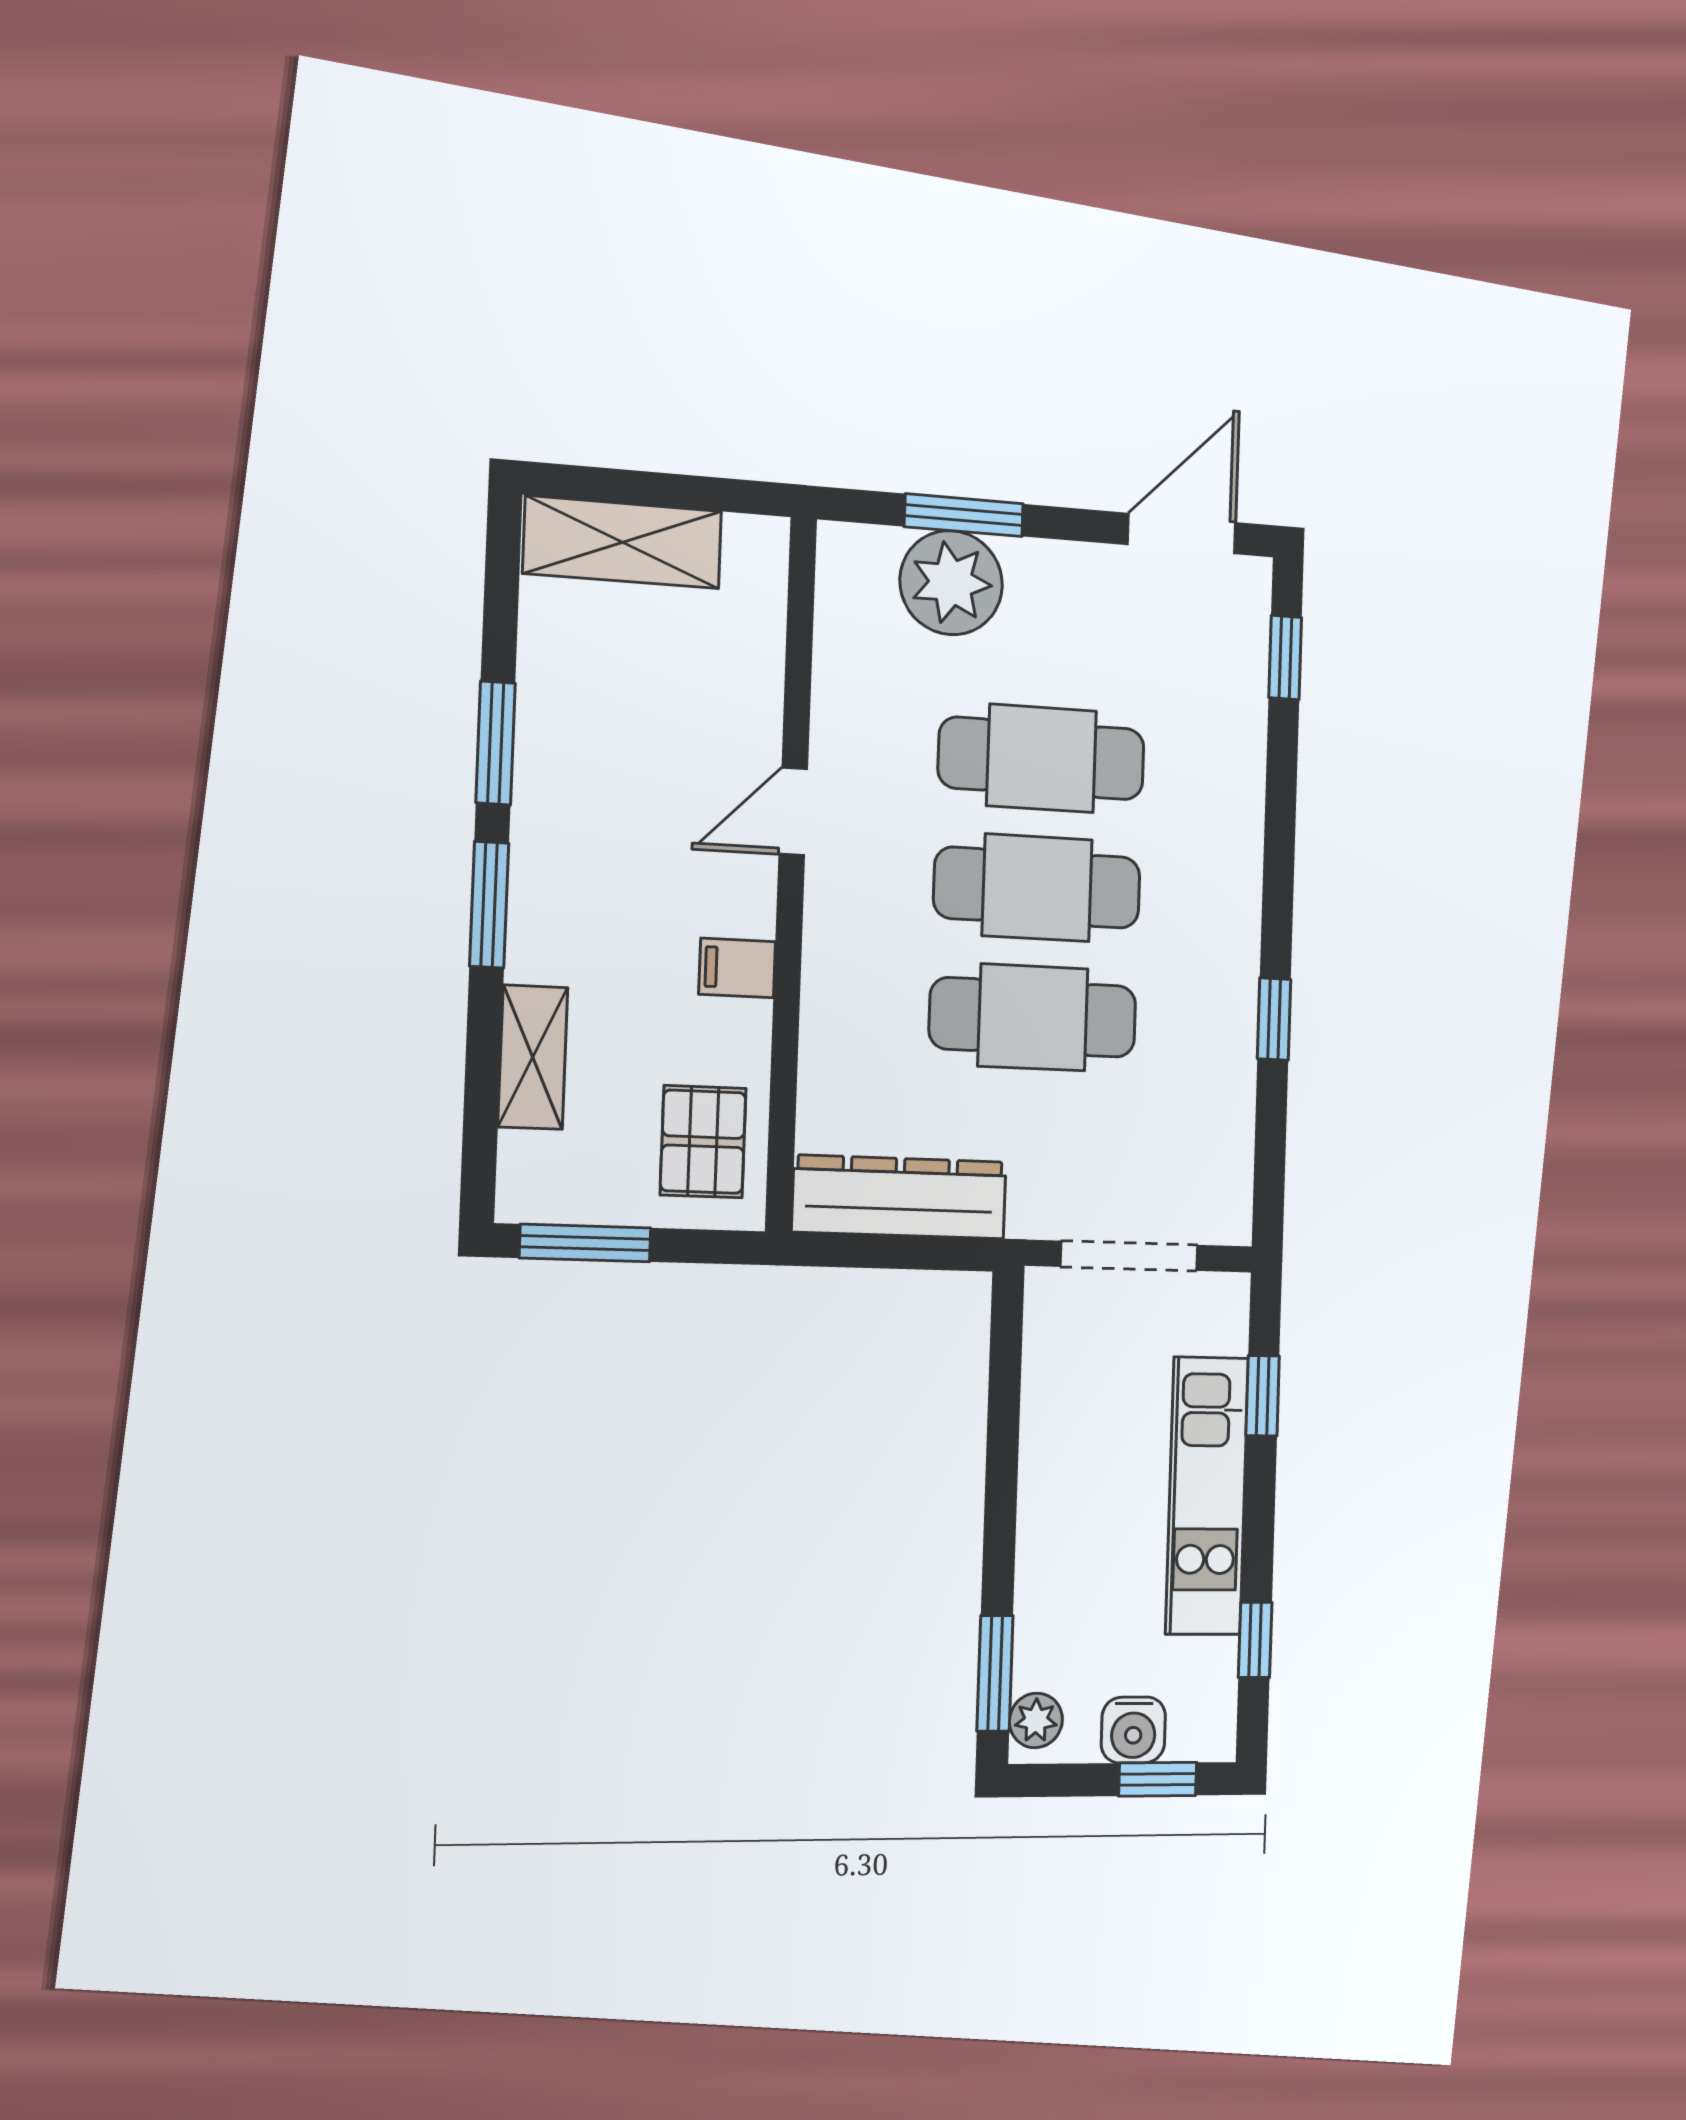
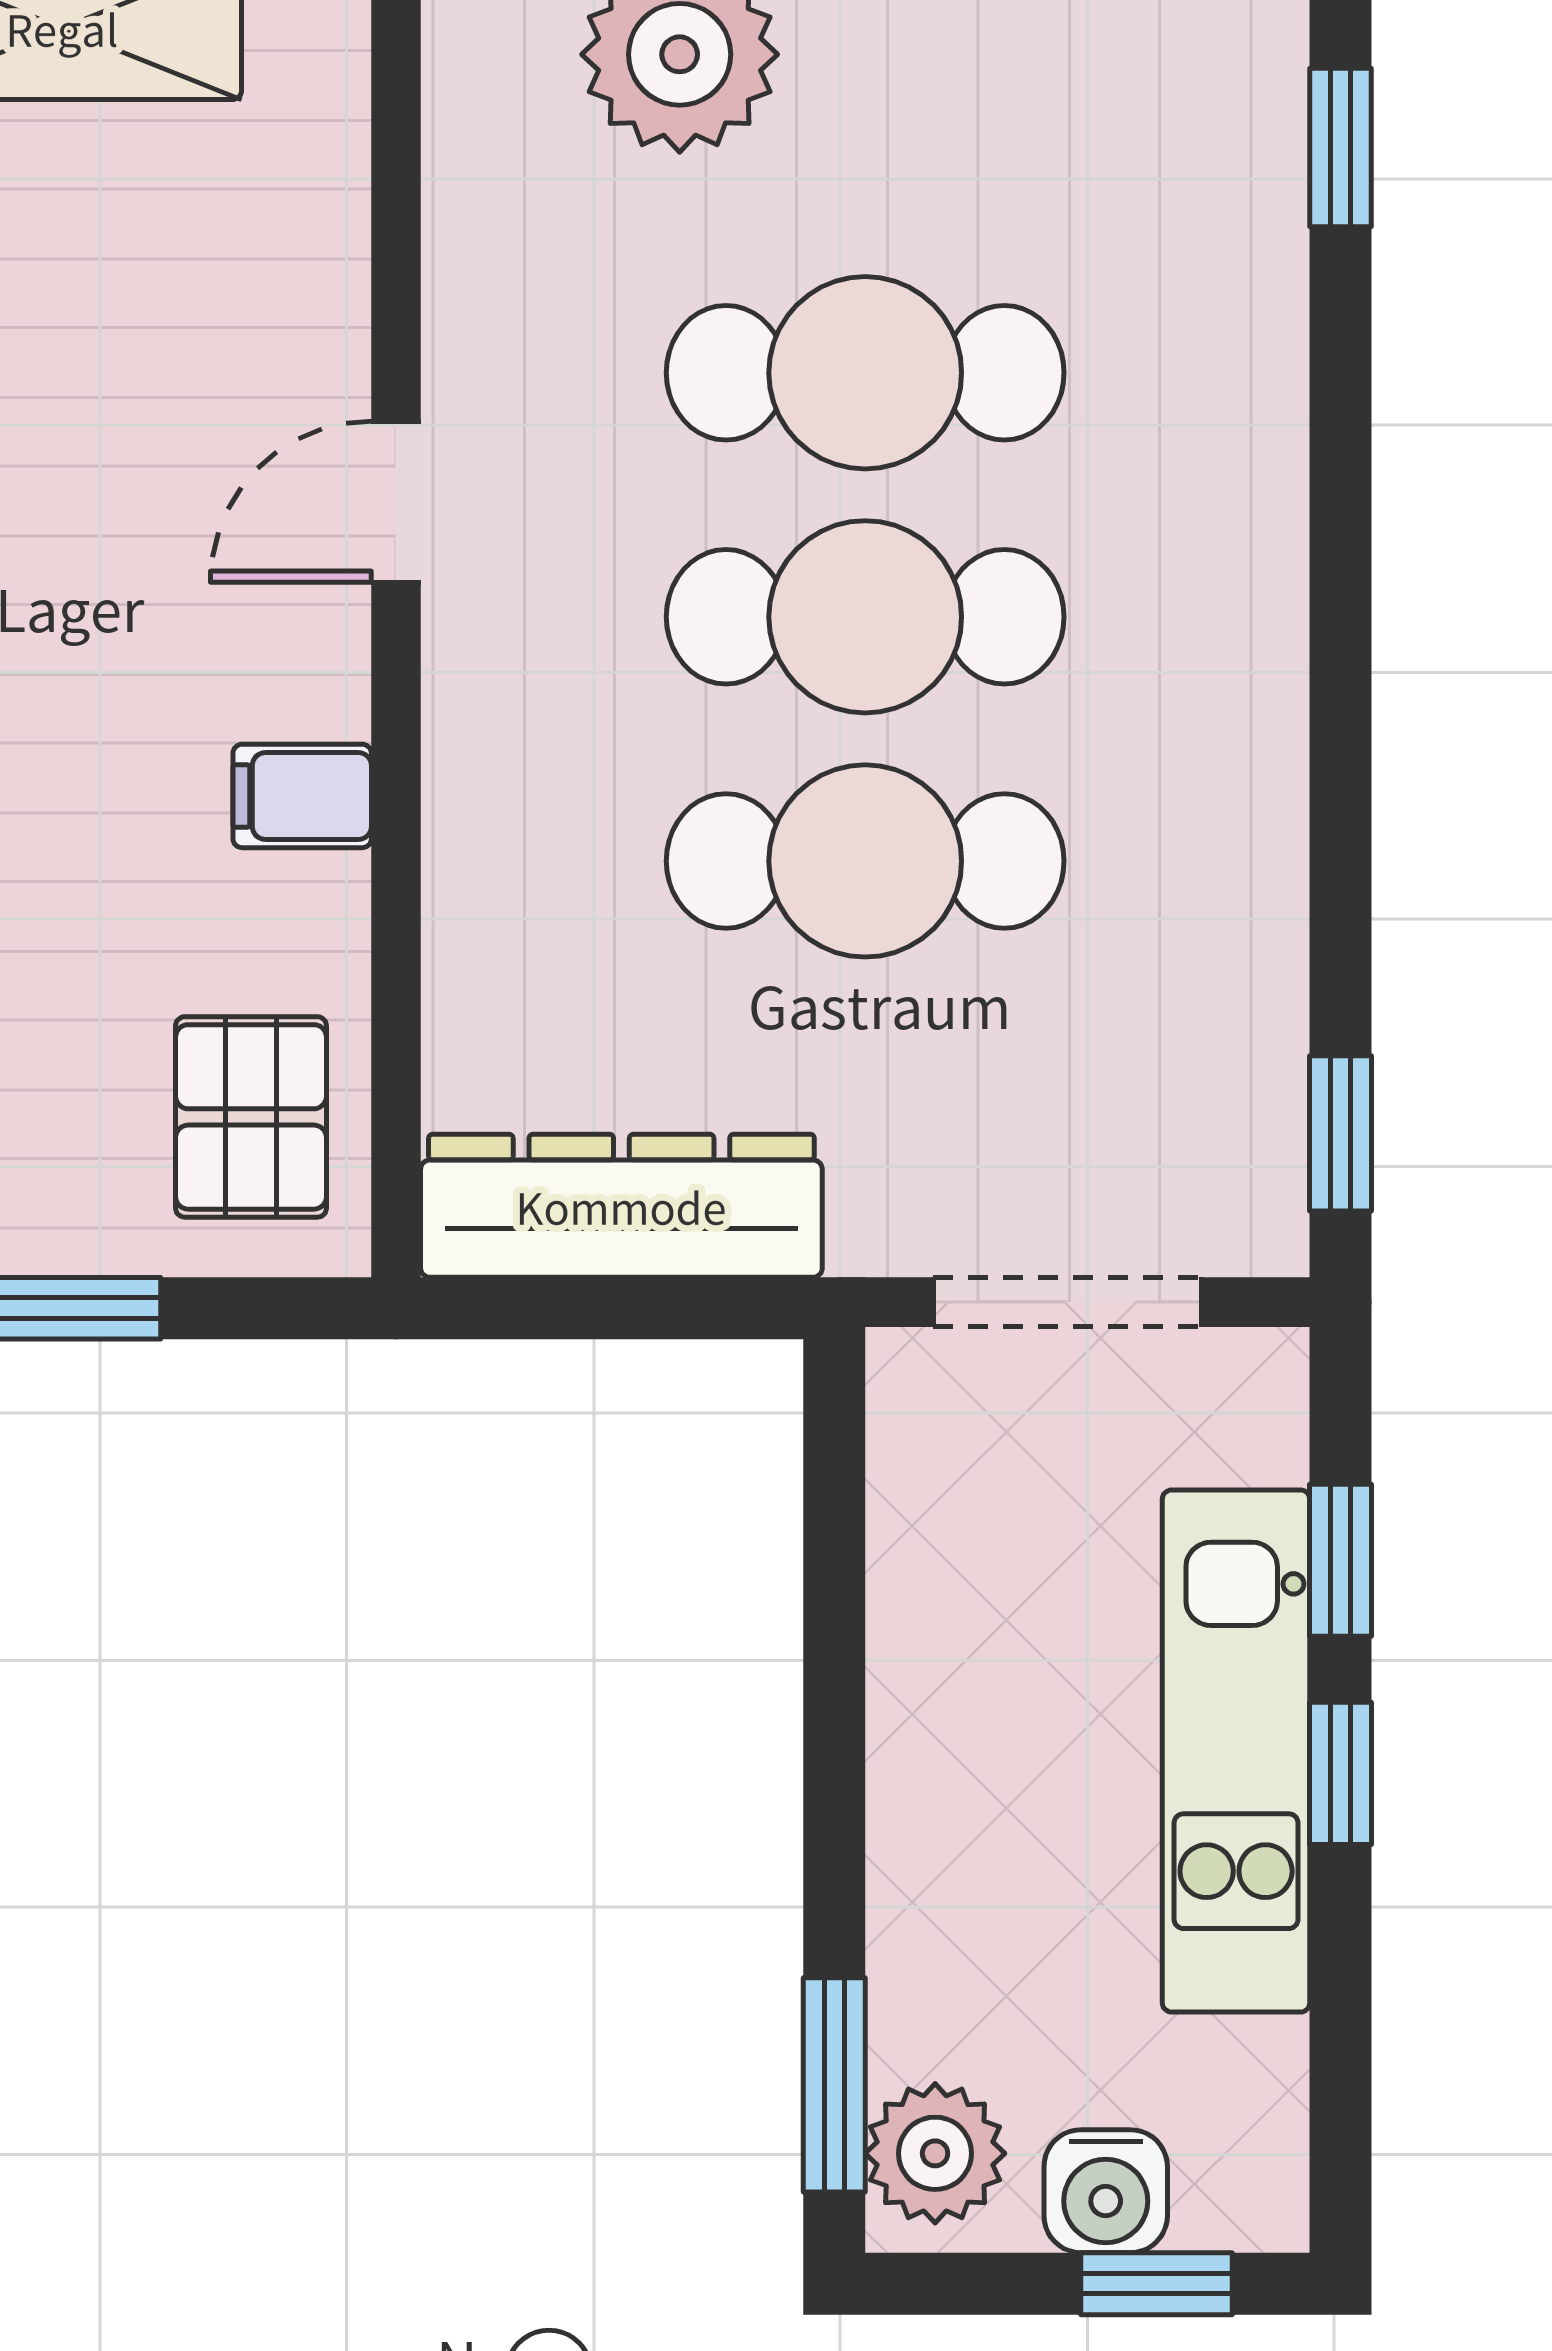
window: (1274, 1019) -> (1341, 1133), moved
window: (1255, 1640) -> (1341, 1773), moved
plant: (1036, 1720) -> (935, 2153), width x1.38, depth x1.38

